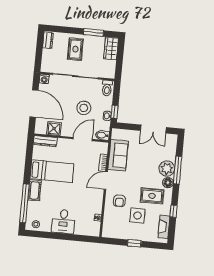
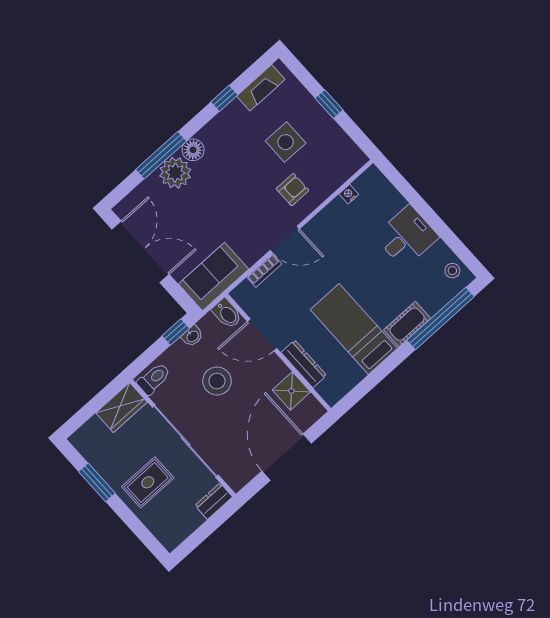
dresser: (48, 40) -> (214, 501), moved
wardrobe: (111, 48) -> (121, 407), moved
washing machine: (44, 79) -> (237, 481), removed
double door: (153, 129) -> (141, 252), width x1.37
dresser: (45, 141) -> (304, 364), moved
sofa: (118, 155) -> (214, 276), moved
rug: (152, 196) -> (236, 152), removed

